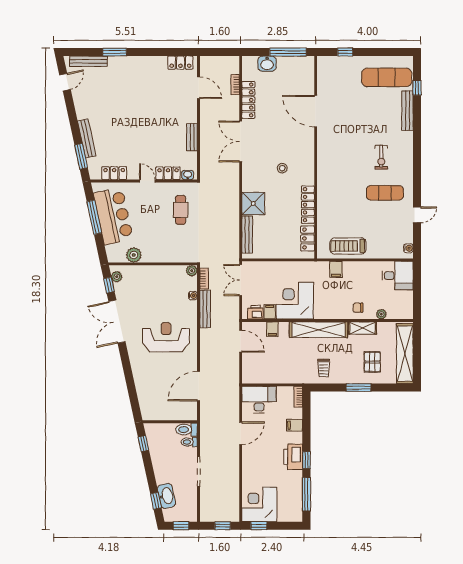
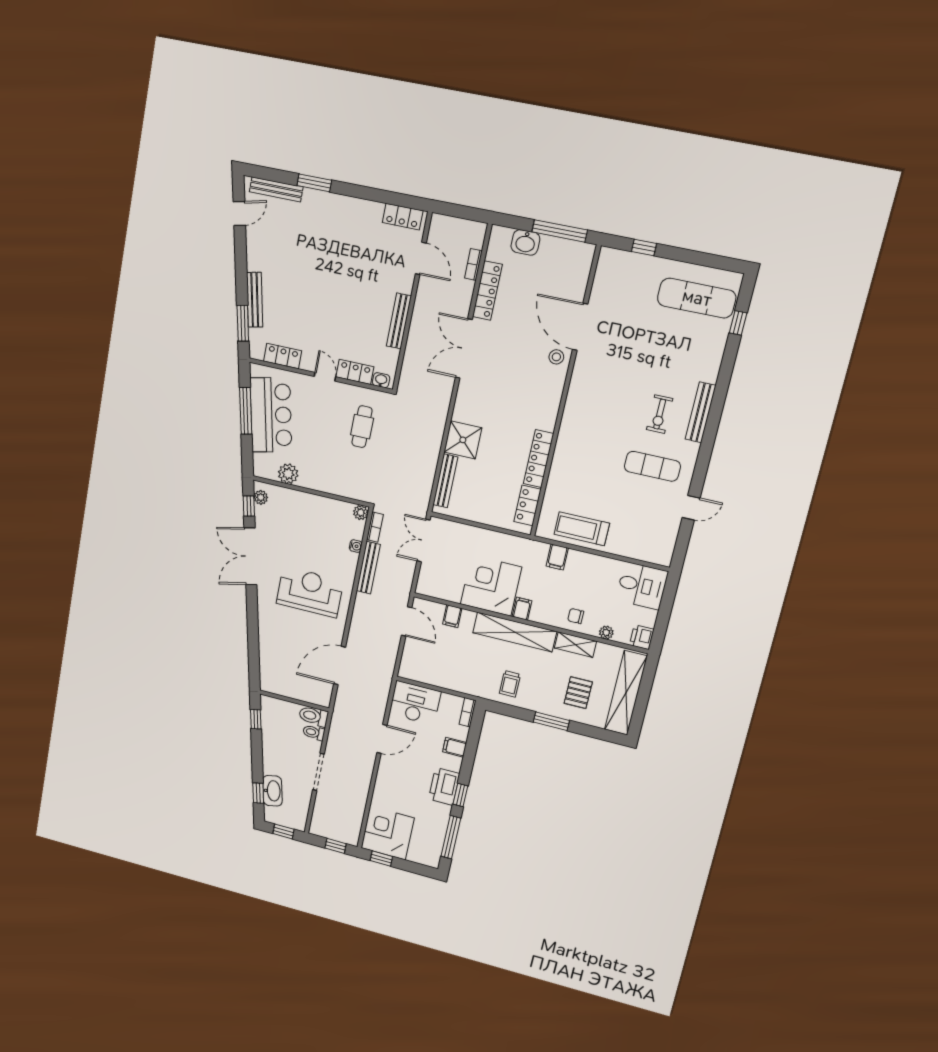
bench: (407, 111) -> (701, 412), moved
bench: (192, 137) -> (399, 321), width x1.36
stool: (282, 168) -> (556, 357), moved
water cooler: (408, 248) -> (667, 552), removed
printer: (255, 312) -> (642, 637), moved, turned -90
filing cabinet: (270, 312) -> (522, 609), moved

